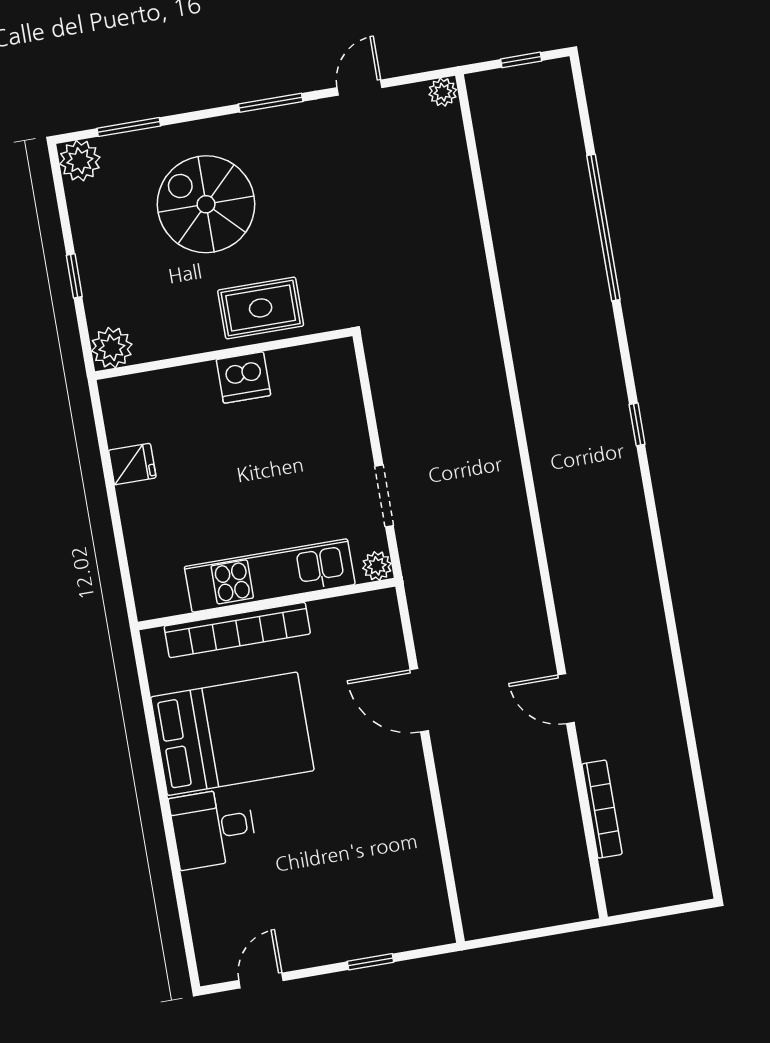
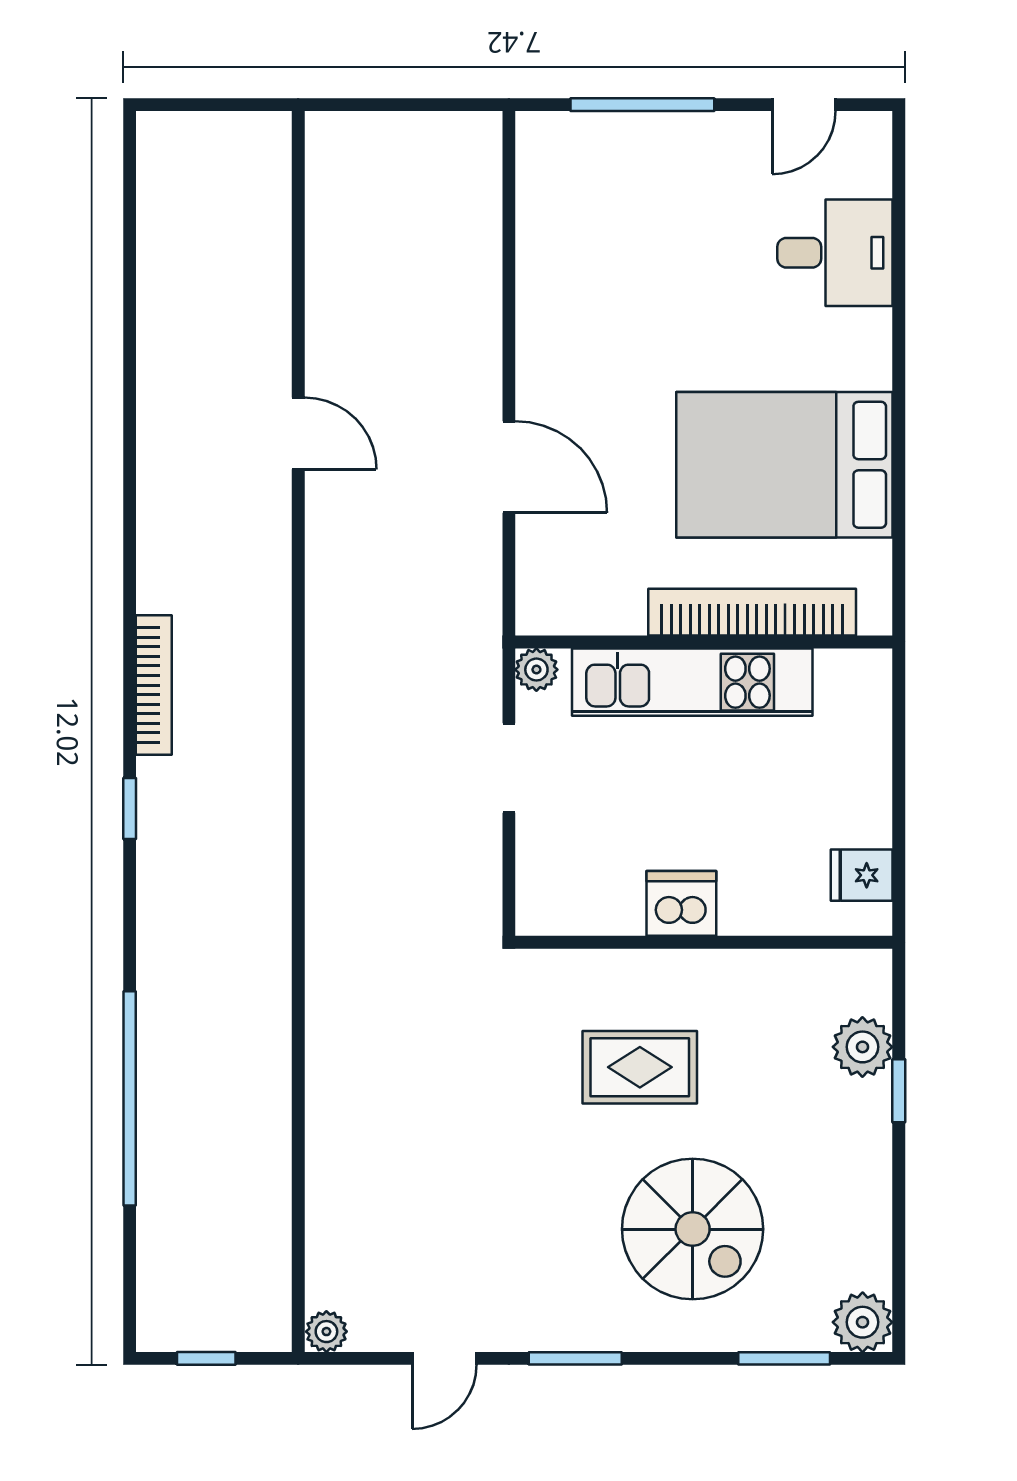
window: (74, 276) -> (899, 1091), moved
wall: (224, 354) -> (704, 942), moved
dishwasher: (243, 377) -> (681, 903), moved
bookcase: (602, 809) -> (154, 685), moved, turned 180
desk: (213, 828) -> (835, 253), moved
window: (371, 962) -> (642, 105), width x2.17

